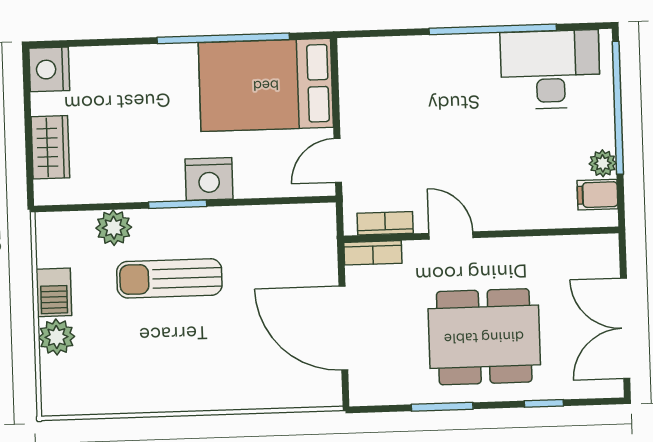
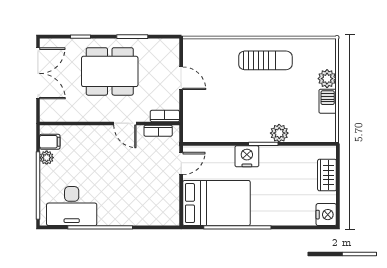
plant: (114, 228) -> (279, 133), moved
sun lounger: (169, 278) -> (265, 60), moved
door: (343, 328) -> (181, 78), width x0.53

